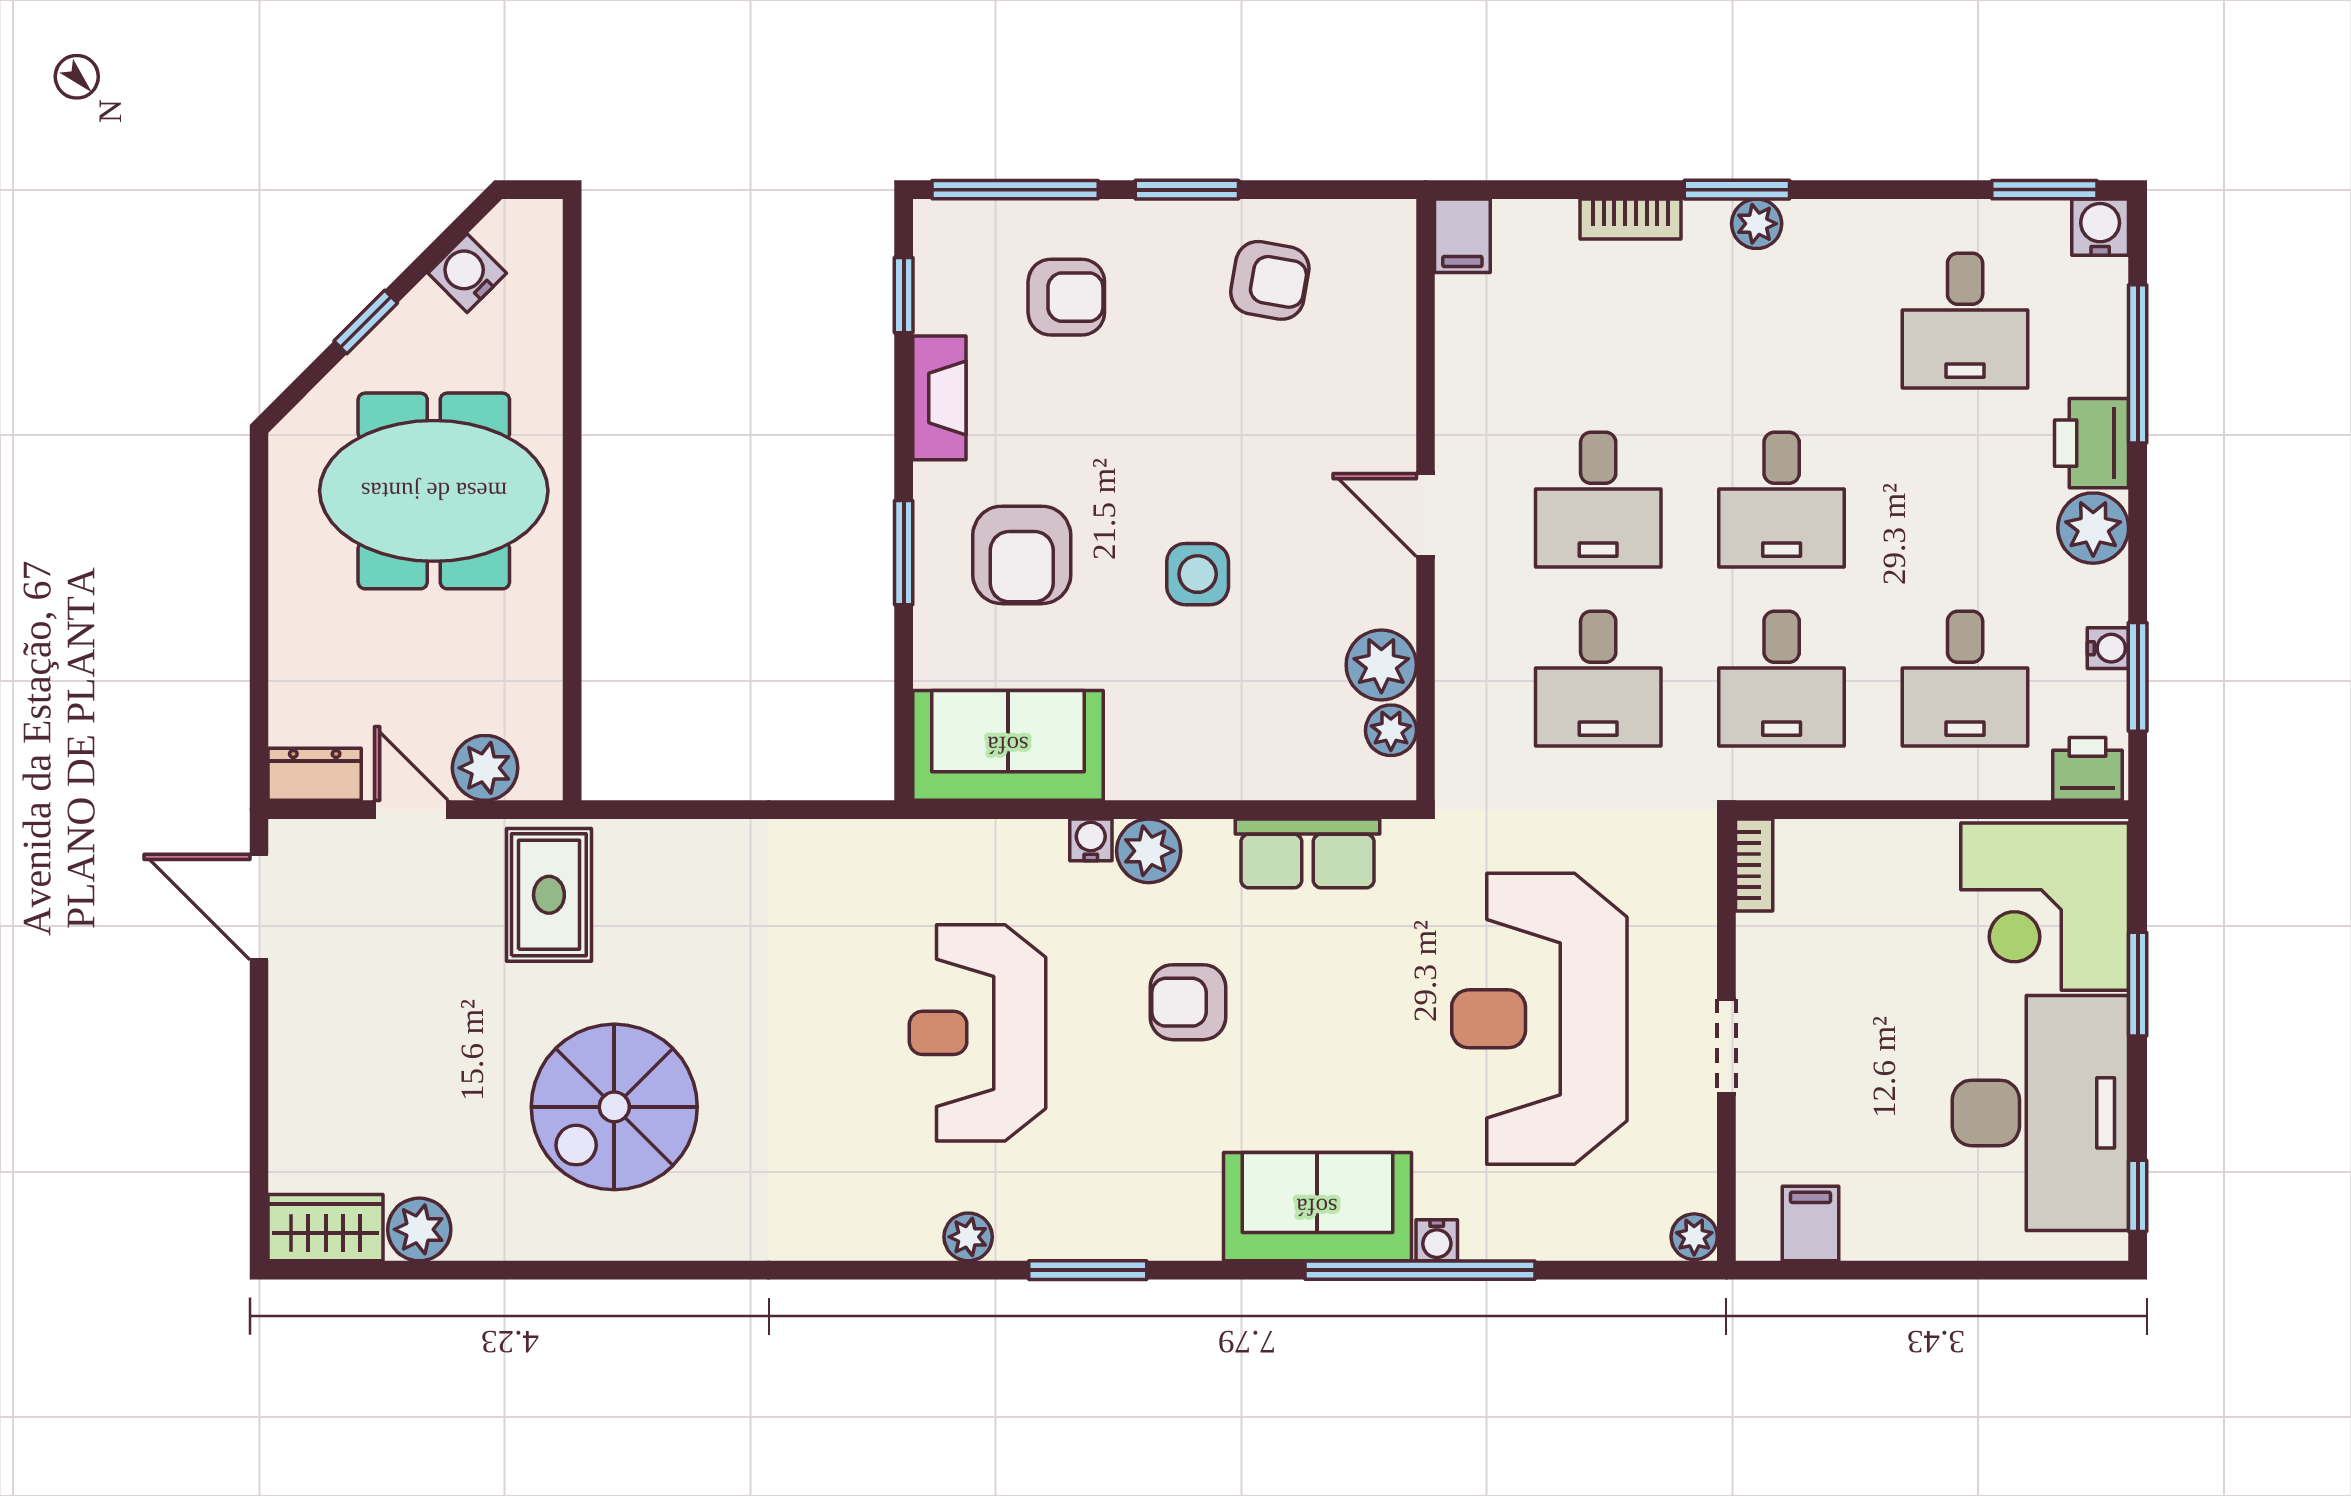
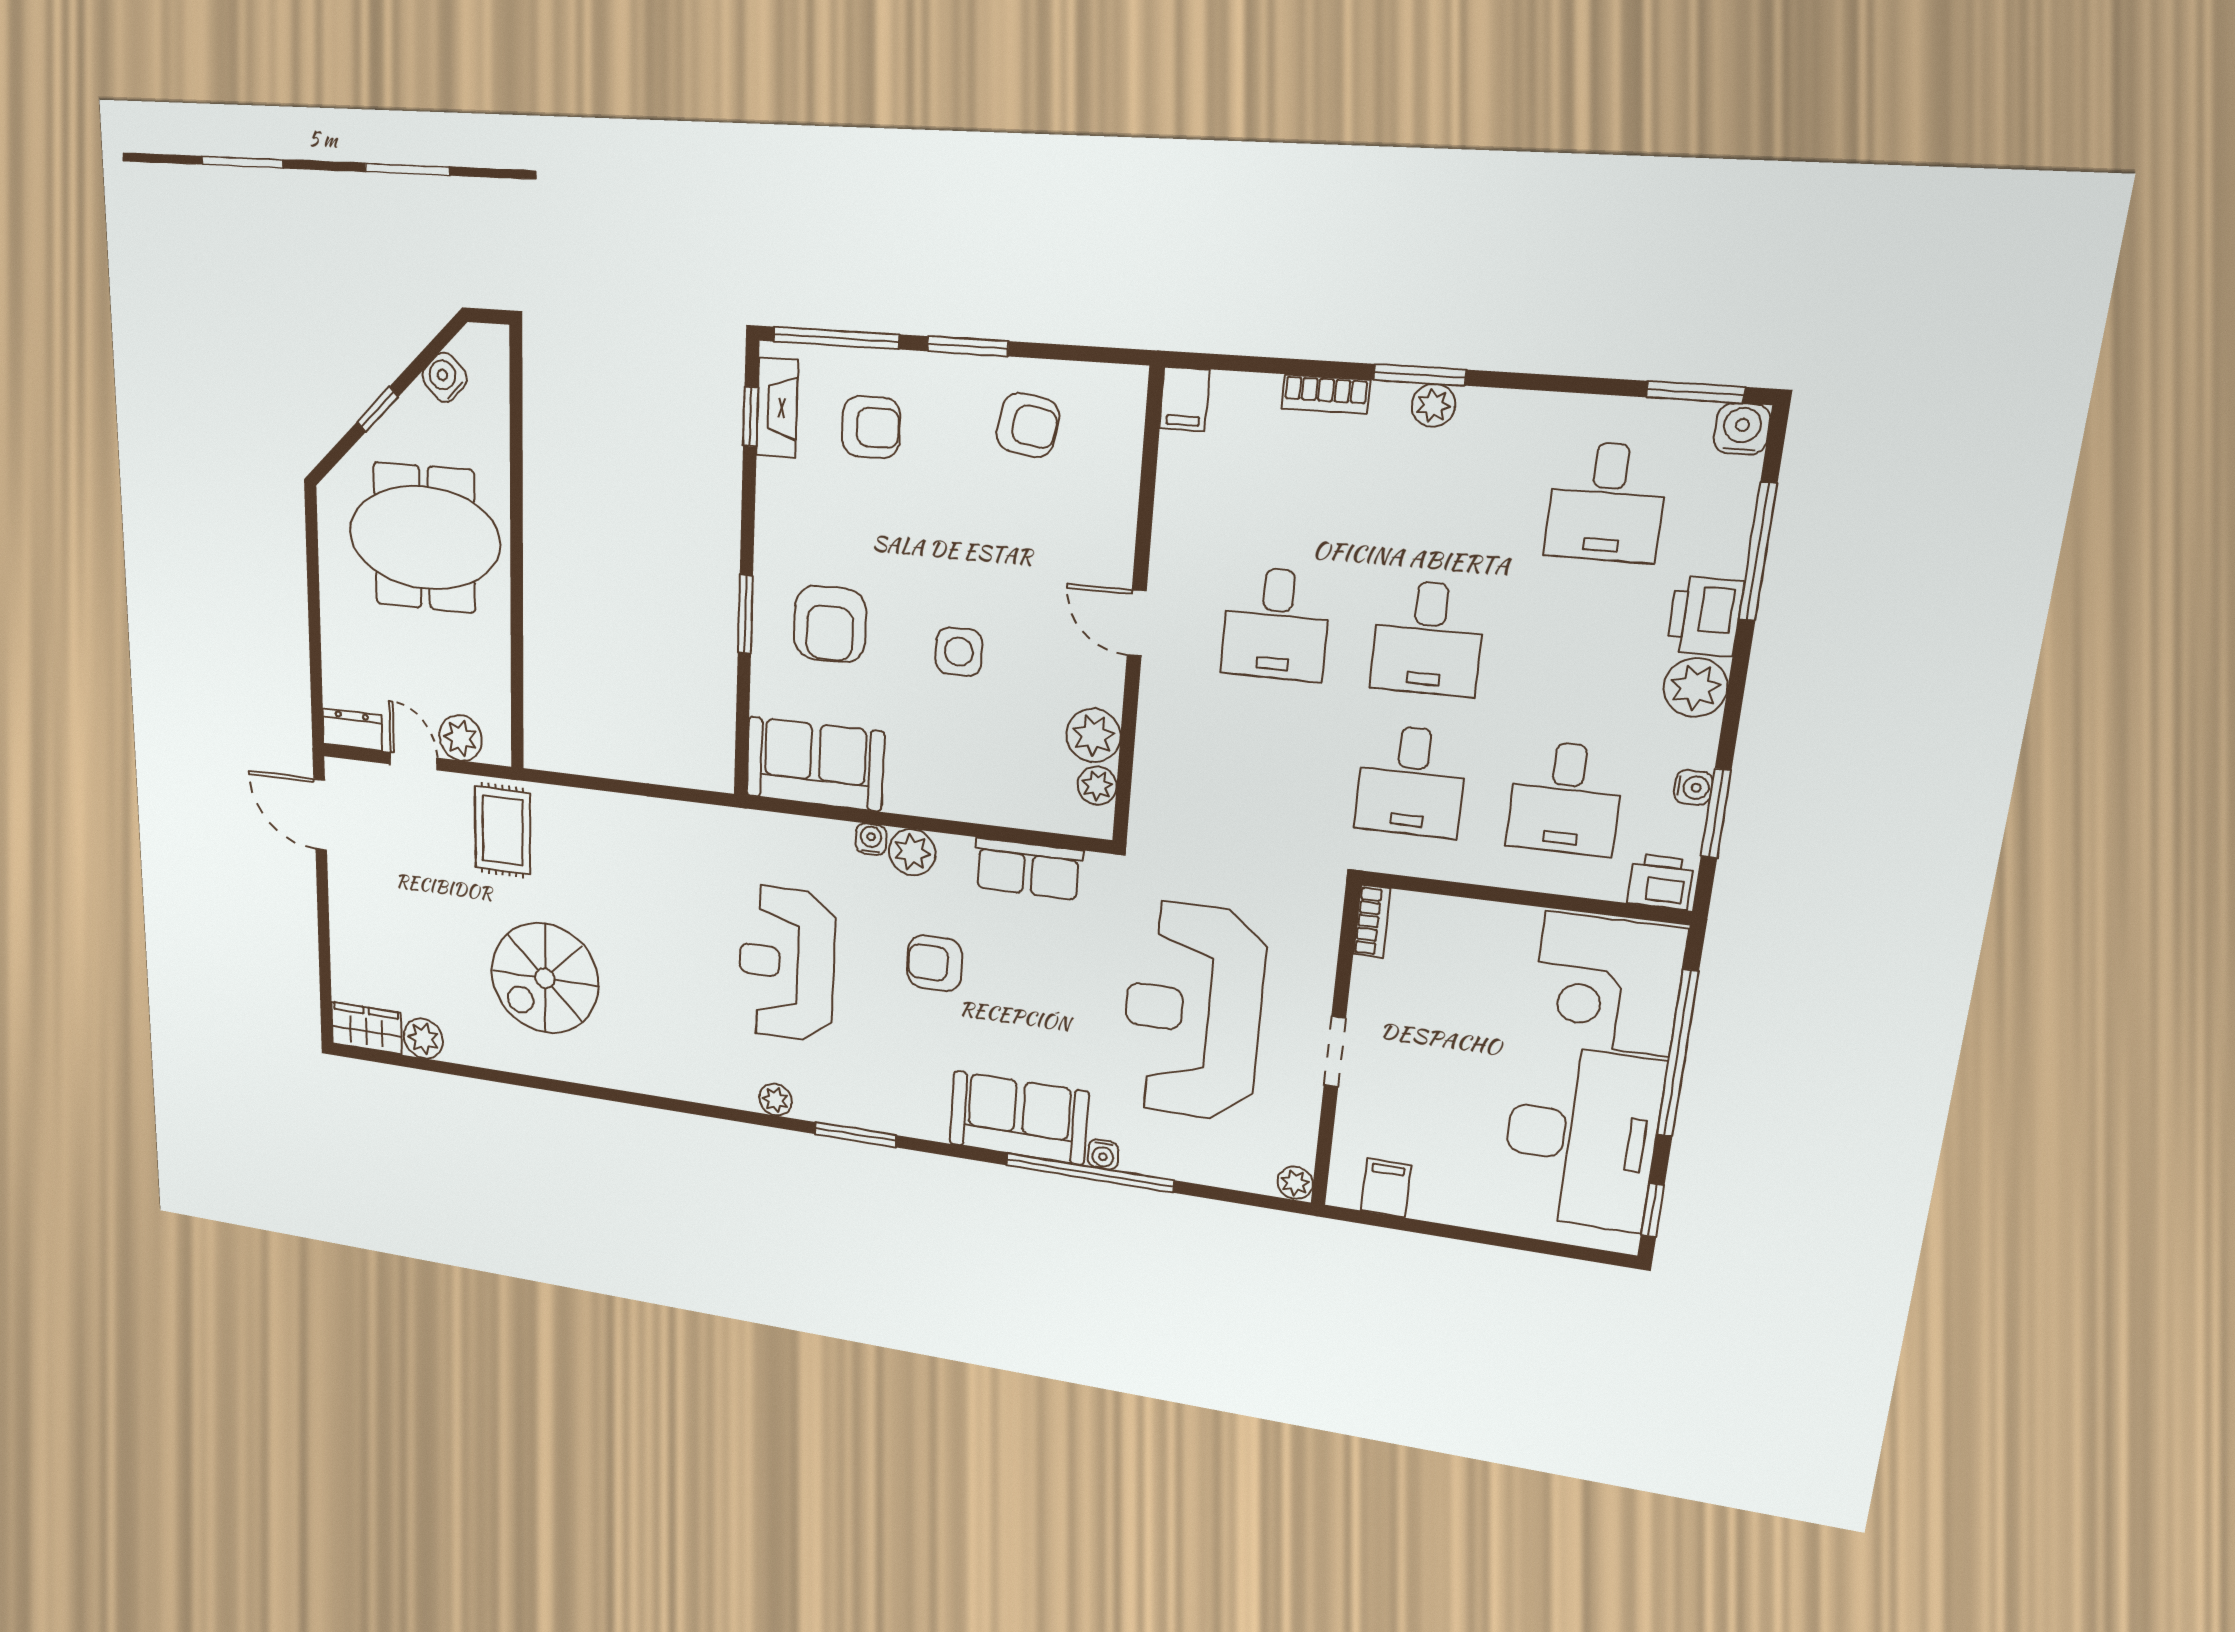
fireplace: (939, 398) -> (777, 408), moved
desk: (1598, 679) -> (1262, 765), removed
window: (2138, 984) -> (1678, 1053), width x2.11

